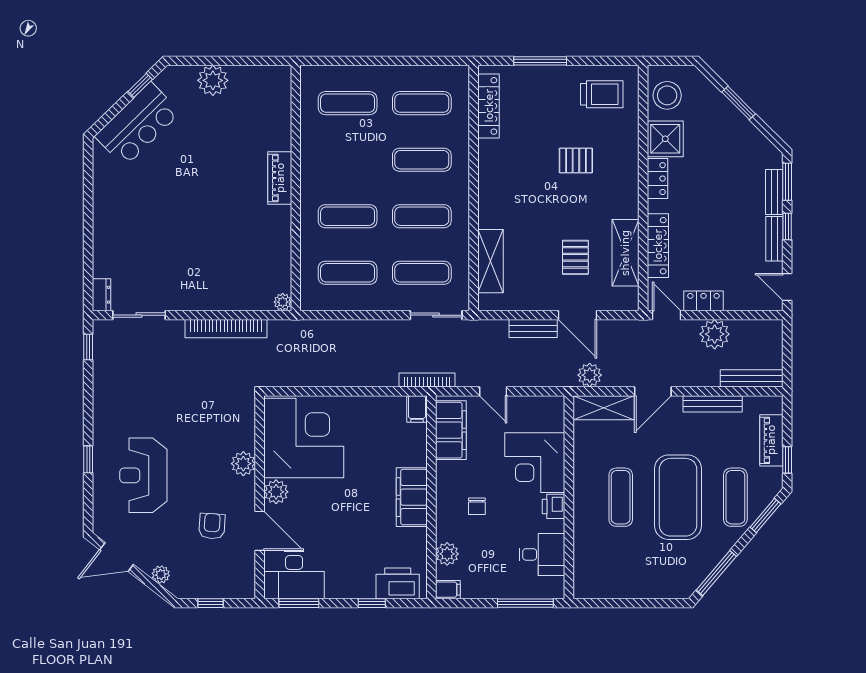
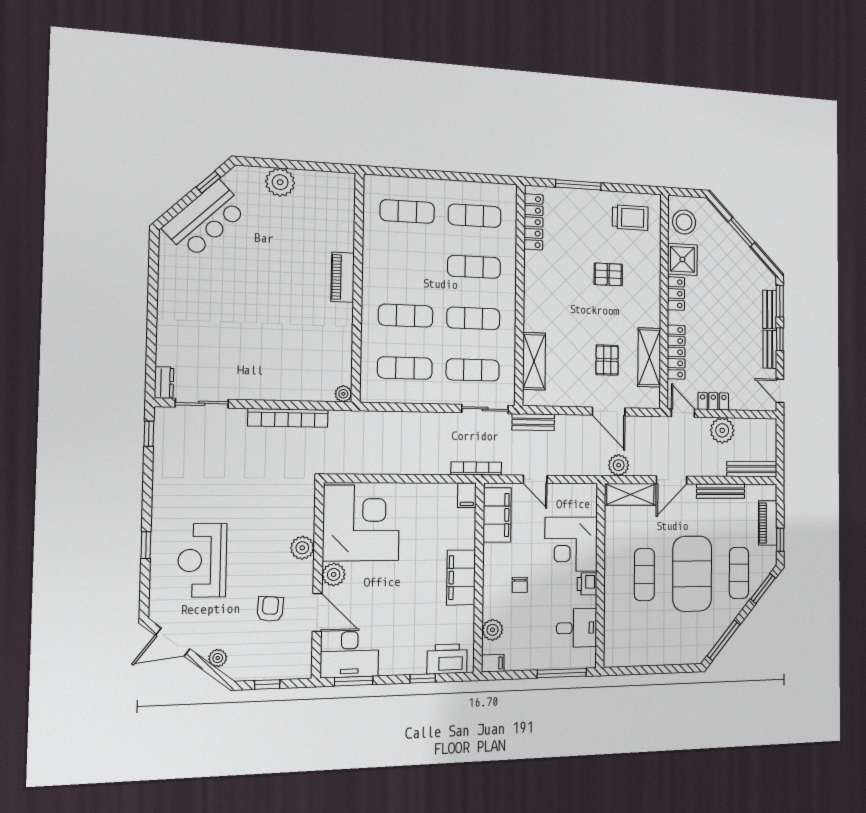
bench: (533, 328) -> (533, 422), moved

